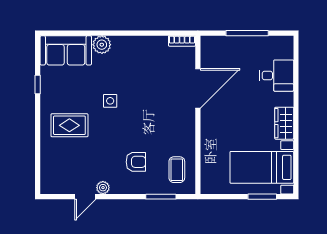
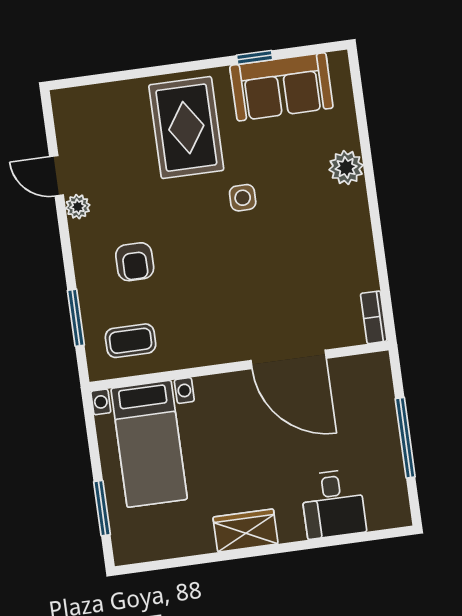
sofa: (66, 50) -> (281, 87), moved, turned -90
rug: (69, 125) -> (186, 128), width x1.36, depth x1.43
bed with nightstands: (262, 167) -> (149, 444), moved, turned 180

